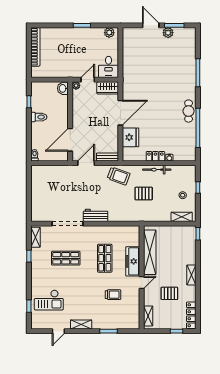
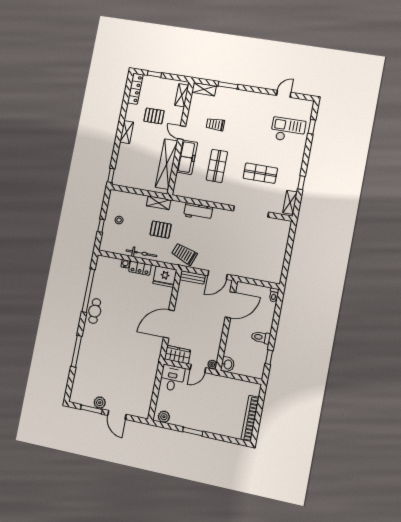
fridge: (131, 137) -> (165, 277), moved, turned -90
workbench: (96, 215) -> (198, 212), moved
shelving: (182, 217) -> (159, 203), moved
door: (142, 282) -> (182, 133), hinge flipped
shelving: (81, 324) -> (204, 89), moved

